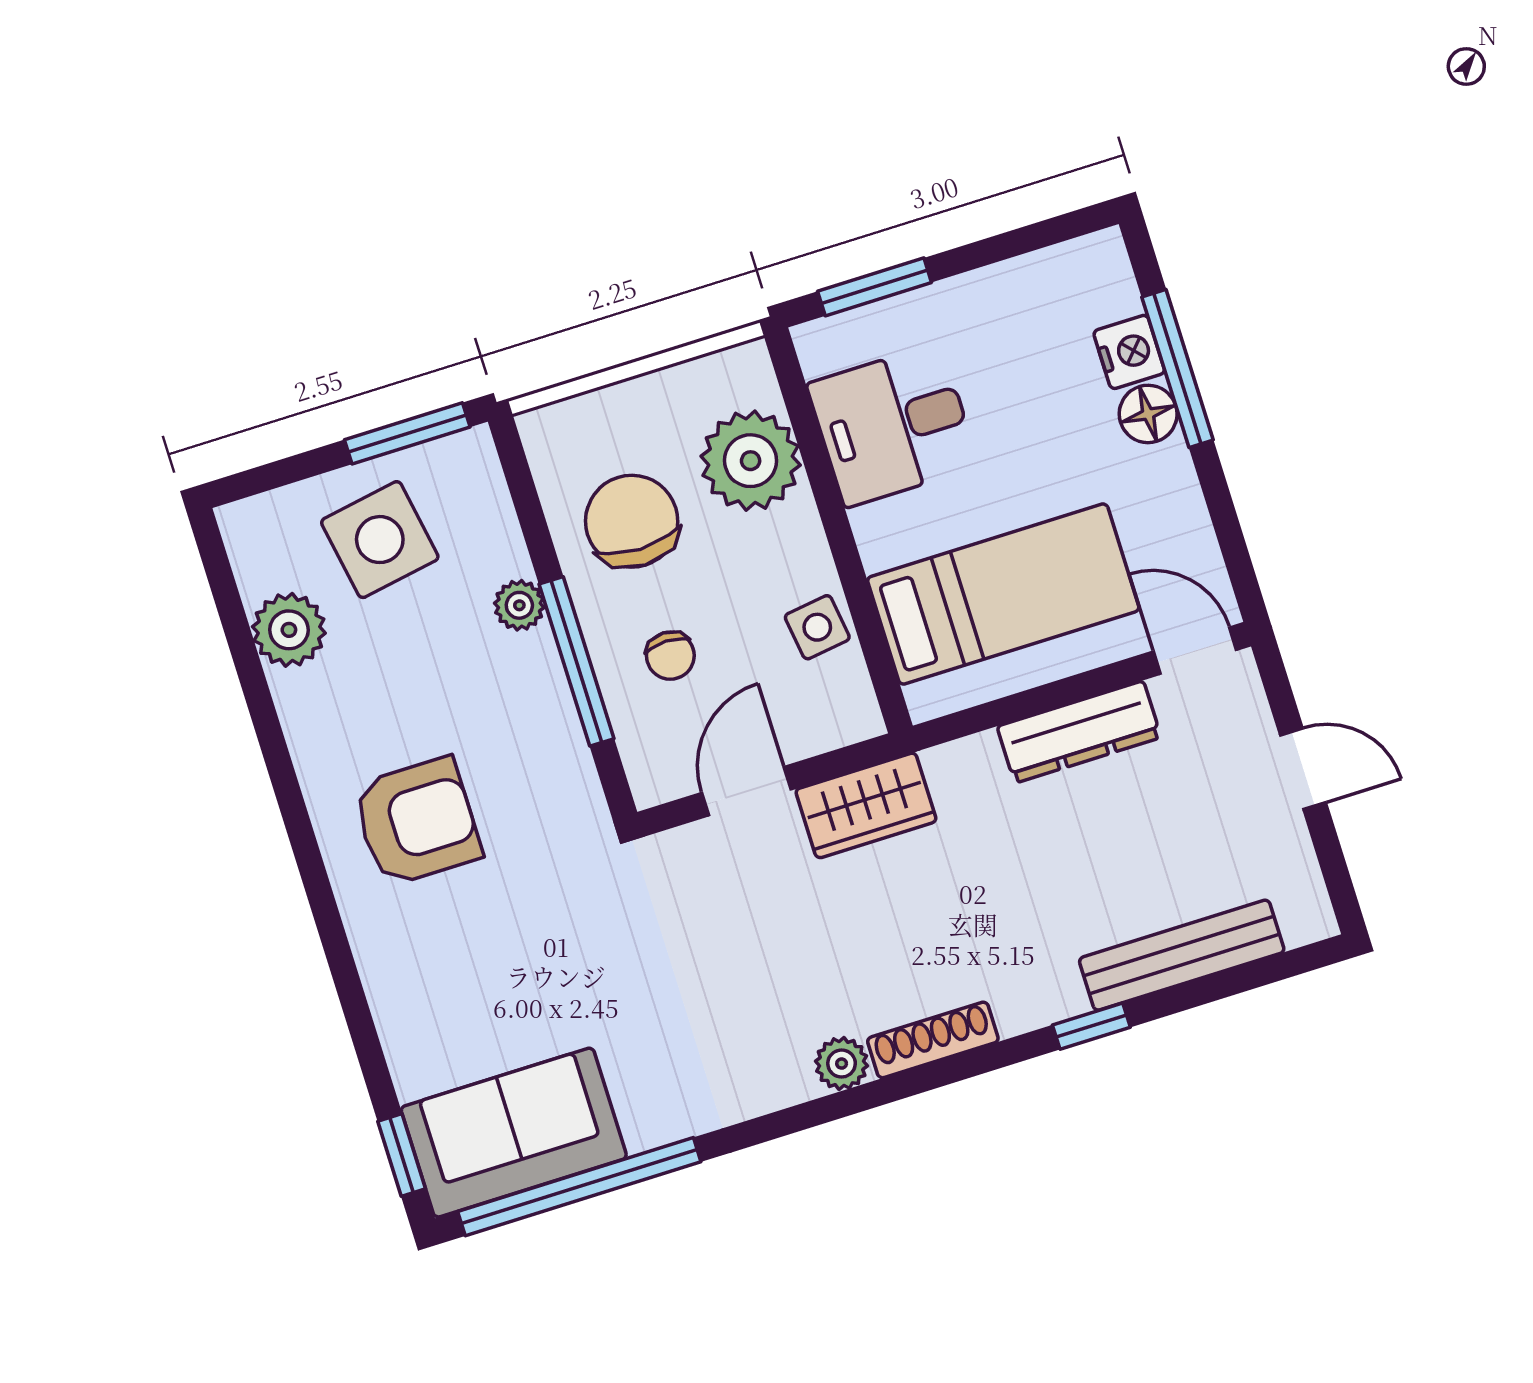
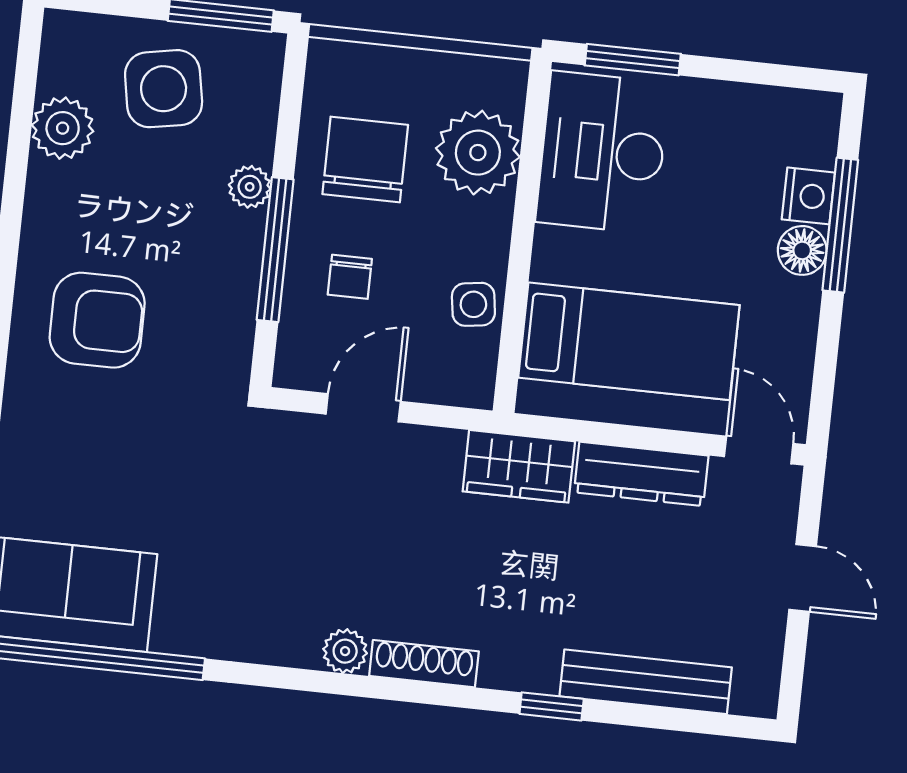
desk: (893, 425) -> (603, 152), width x1.37
wardrobe: (866, 805) -> (519, 466), moved

